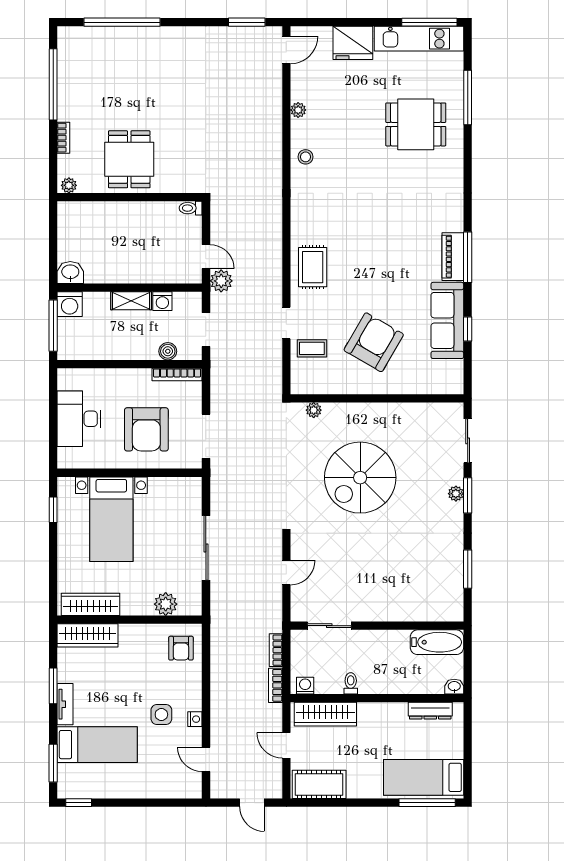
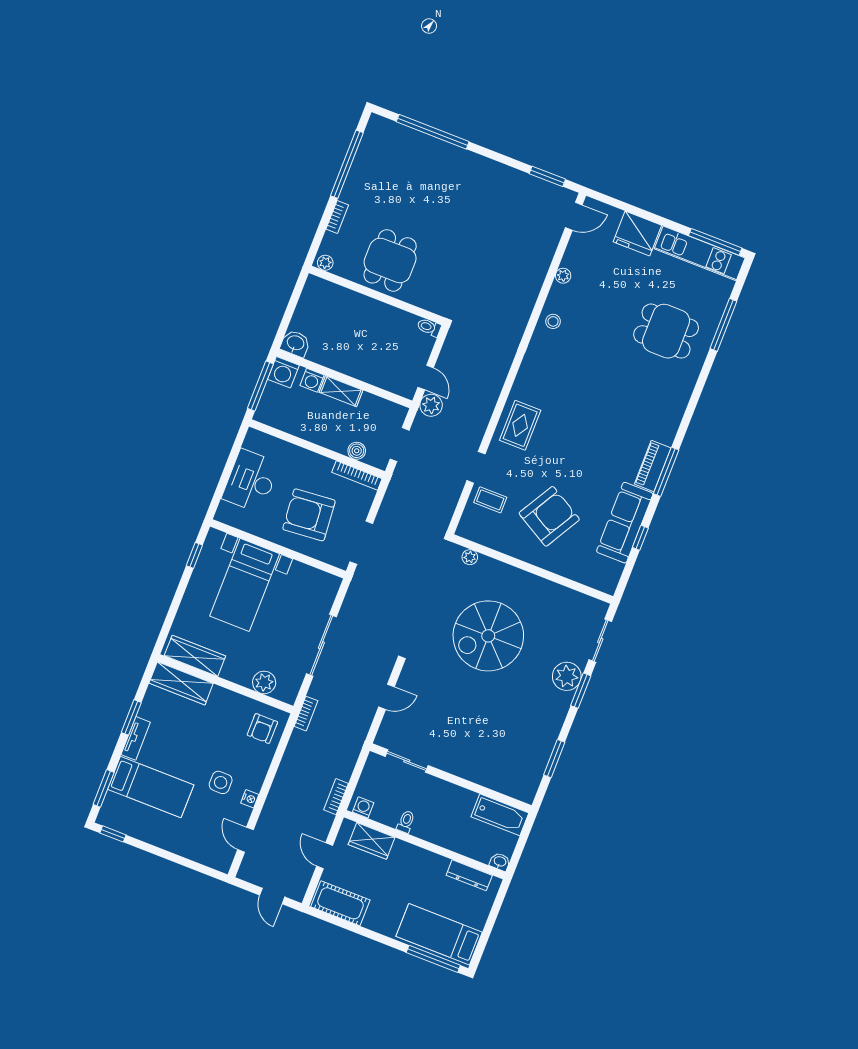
washing machine: (162, 301) -> (312, 380), moved
armchair: (146, 429) -> (309, 515), turned 85
plant: (456, 494) -> (567, 676), width x1.88, depth x1.88
bookcase: (276, 650) -> (306, 714), moved, turned 180
wardrobe: (325, 714) -> (372, 841), width x0.67

